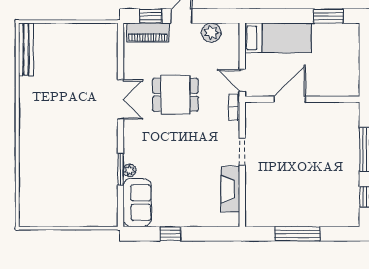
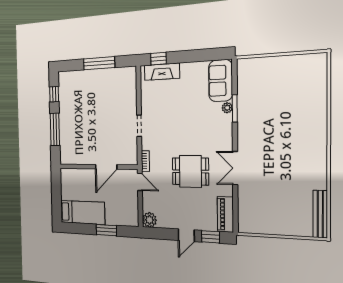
window: (328, 16) -> (106, 230), moved
piano: (148, 32) -> (225, 214), moved, turned -90
plant: (211, 33) -> (149, 220), moved
bed: (278, 38) -> (82, 212), moved, turned 180
fireplace: (230, 189) -> (162, 72), moved, turned 90
window: (170, 234) -> (158, 59), moved

